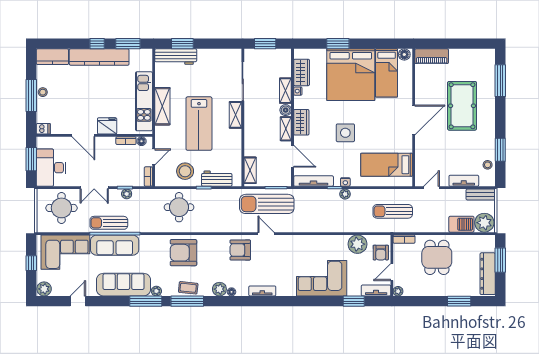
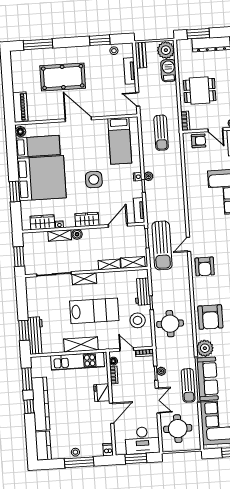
shelving: (286, 129) -> (109, 264), moved
tv unit: (314, 181) -> (139, 210), width x0.71
plant: (357, 244) -> (205, 348), moved

